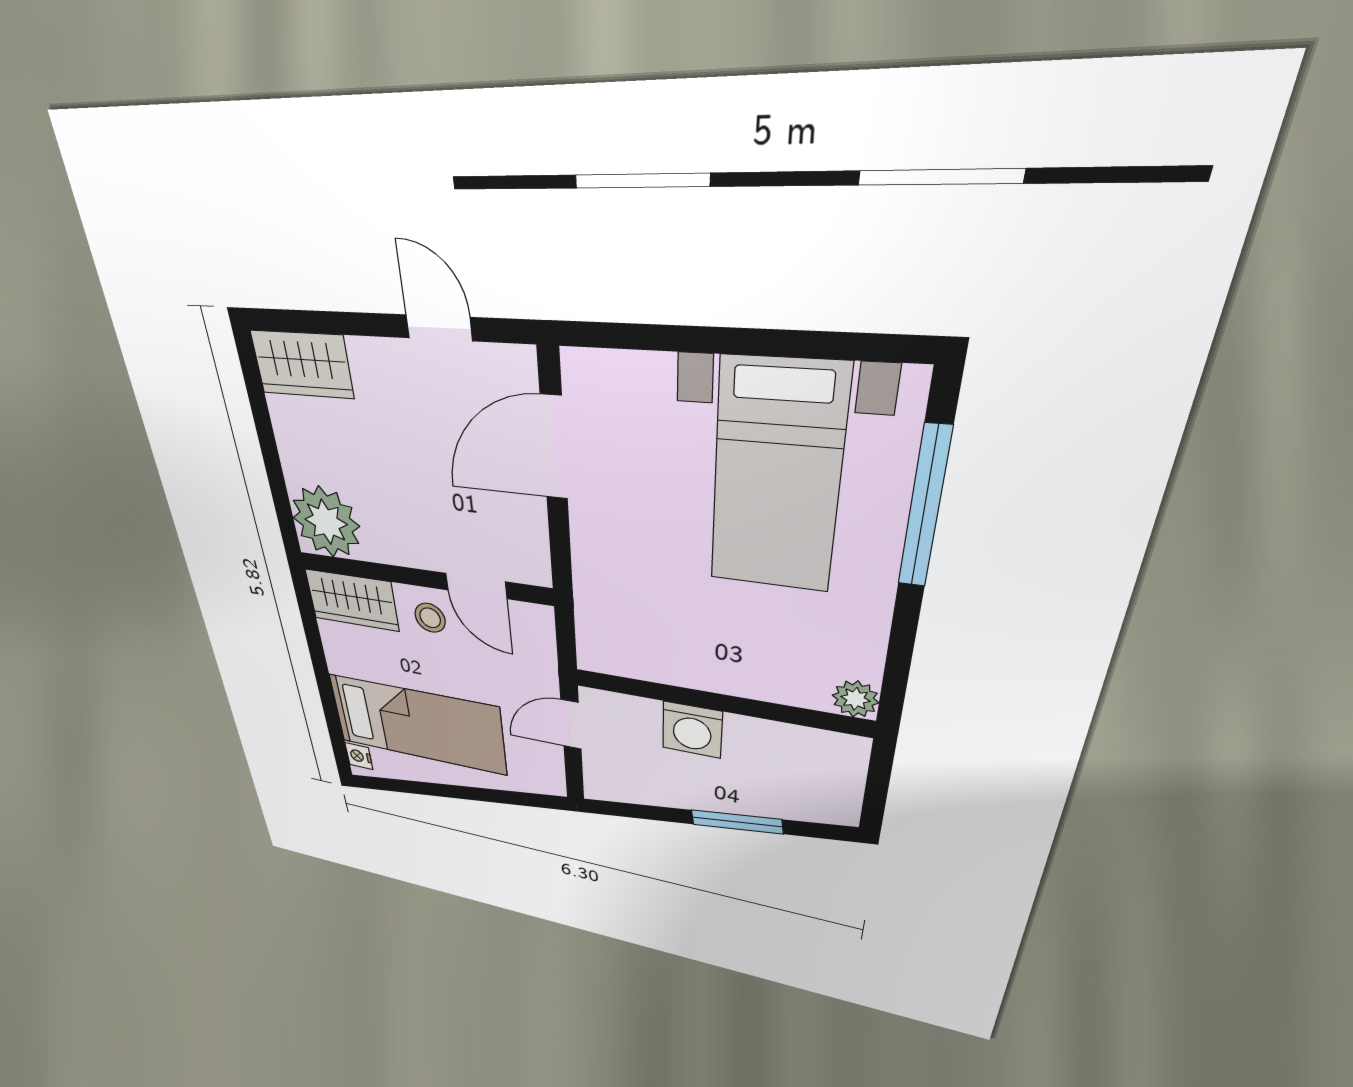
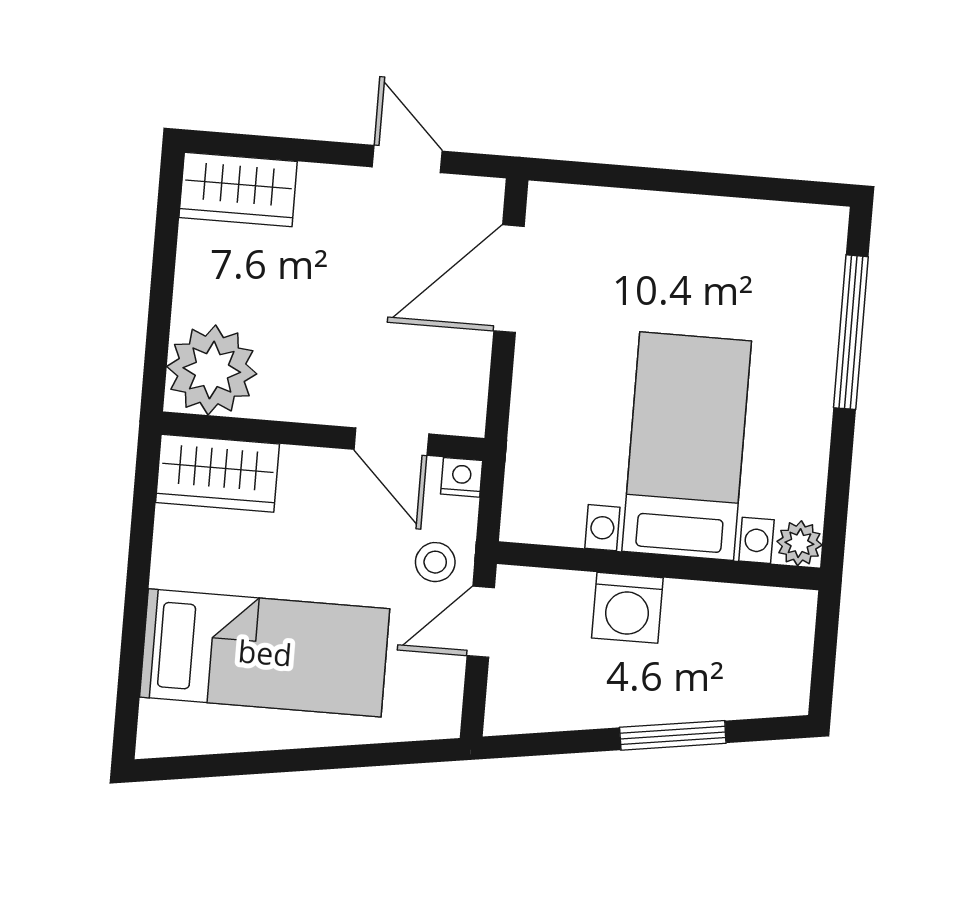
bed with nightstands: (776, 478) -> (687, 446), moved, turned 180
stool: (430, 618) -> (435, 562), moved
nightstand: (359, 756) -> (462, 477), moved, turned 90

